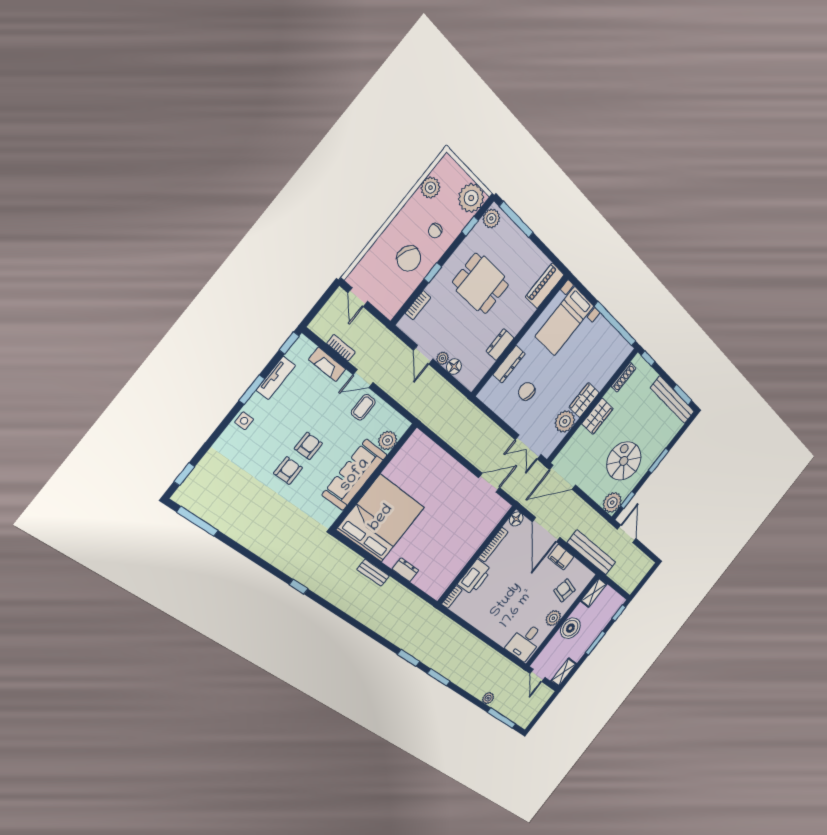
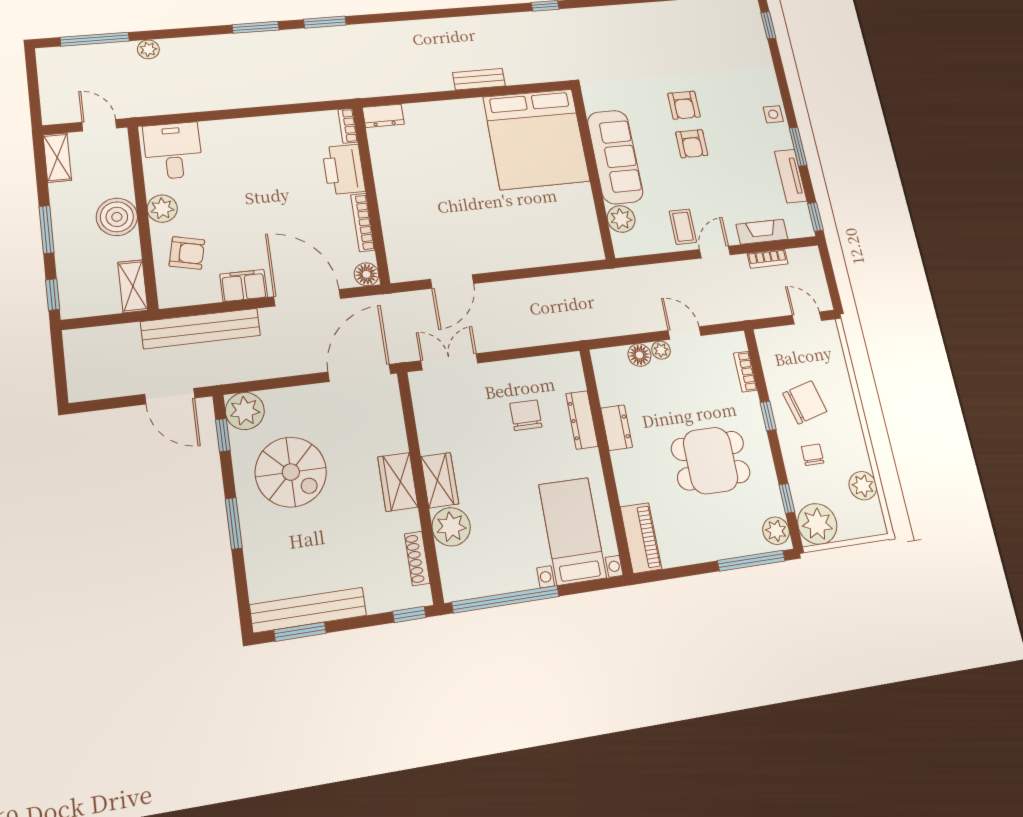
chair: (409, 259) -> (805, 402), turned 139
chair: (527, 391) -> (526, 415), turned -102
plant: (565, 421) -> (451, 527), moved
dresser: (405, 570) -> (383, 116), moved

